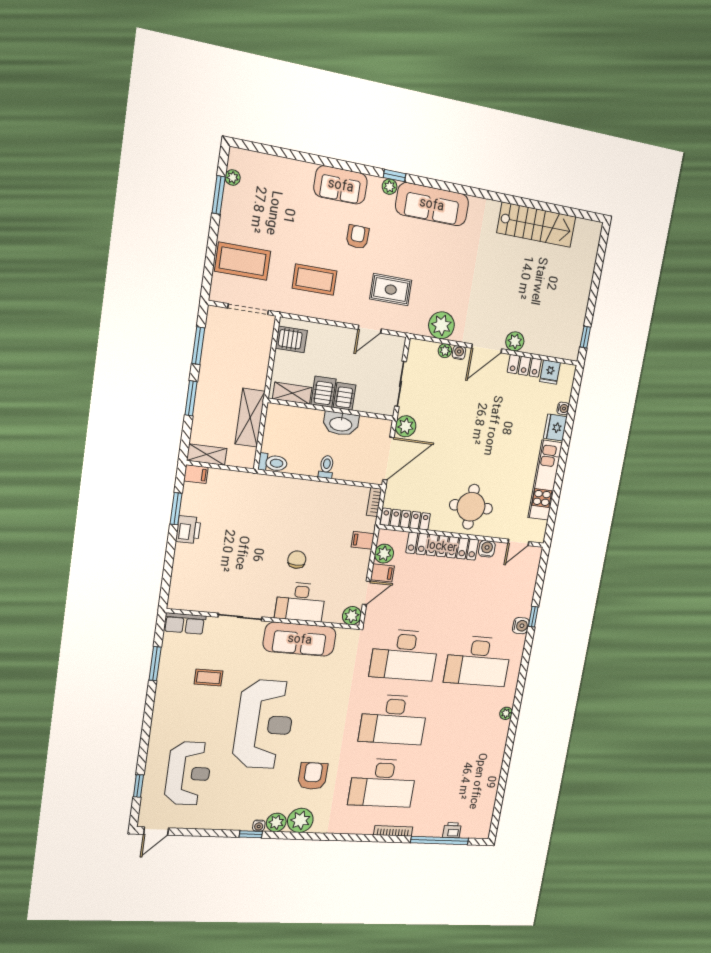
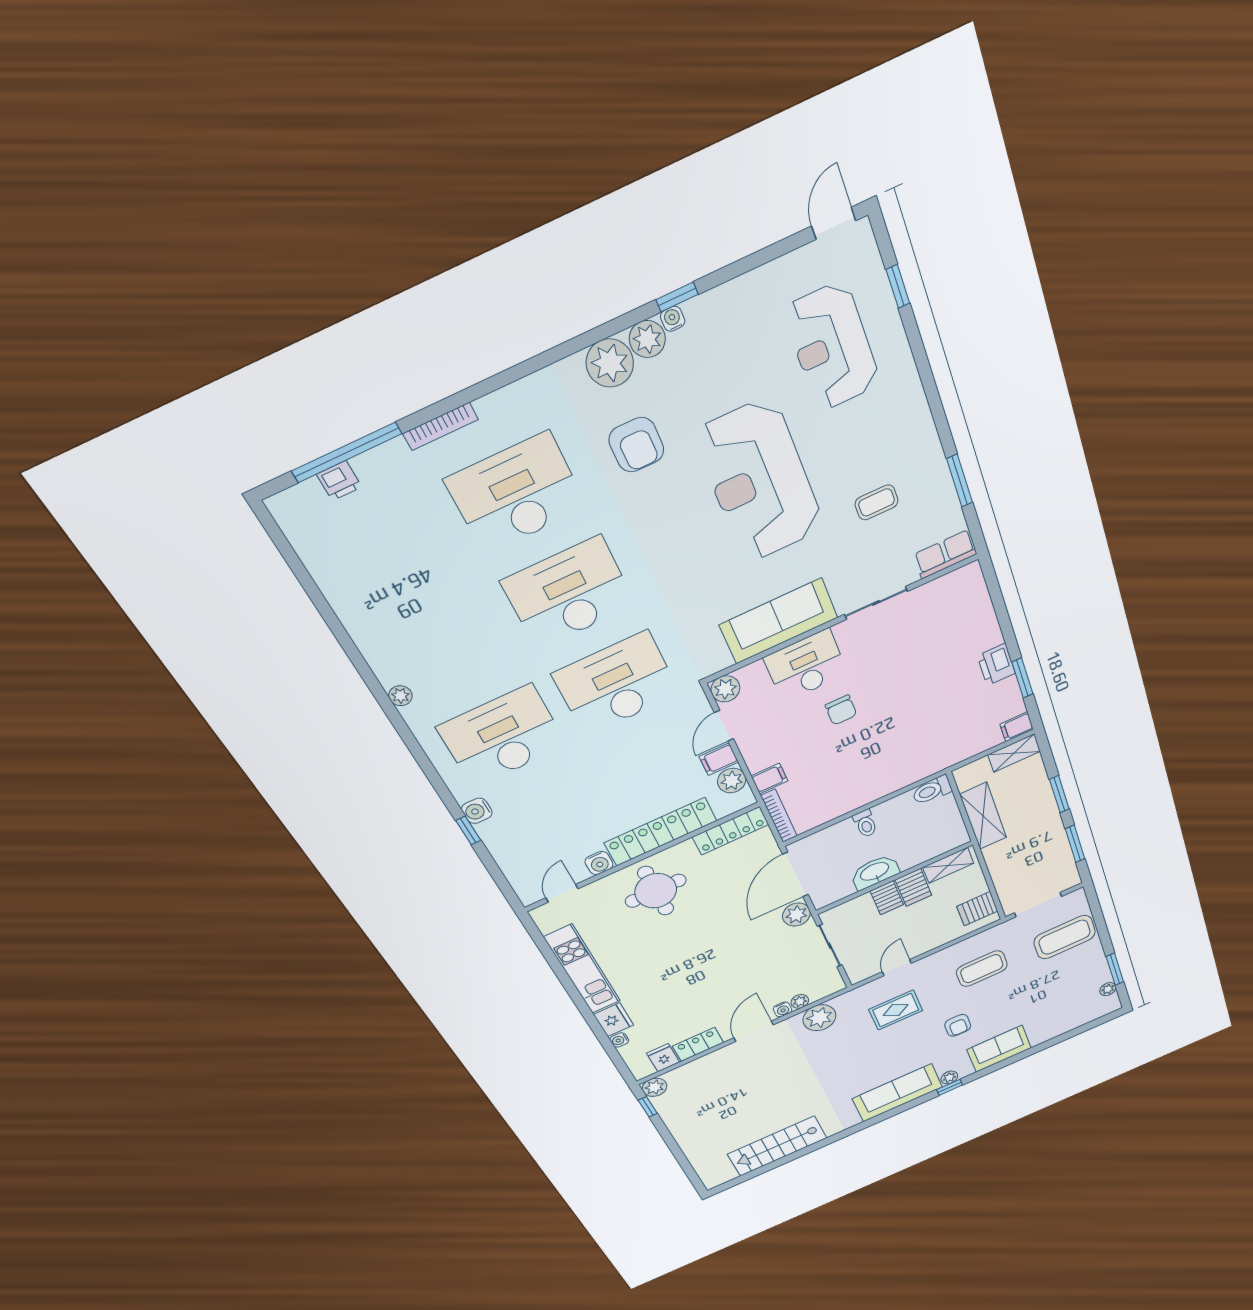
plant: (515, 341) -> (655, 1087), moved
bookcase: (374, 502) -> (779, 816), width x1.56

